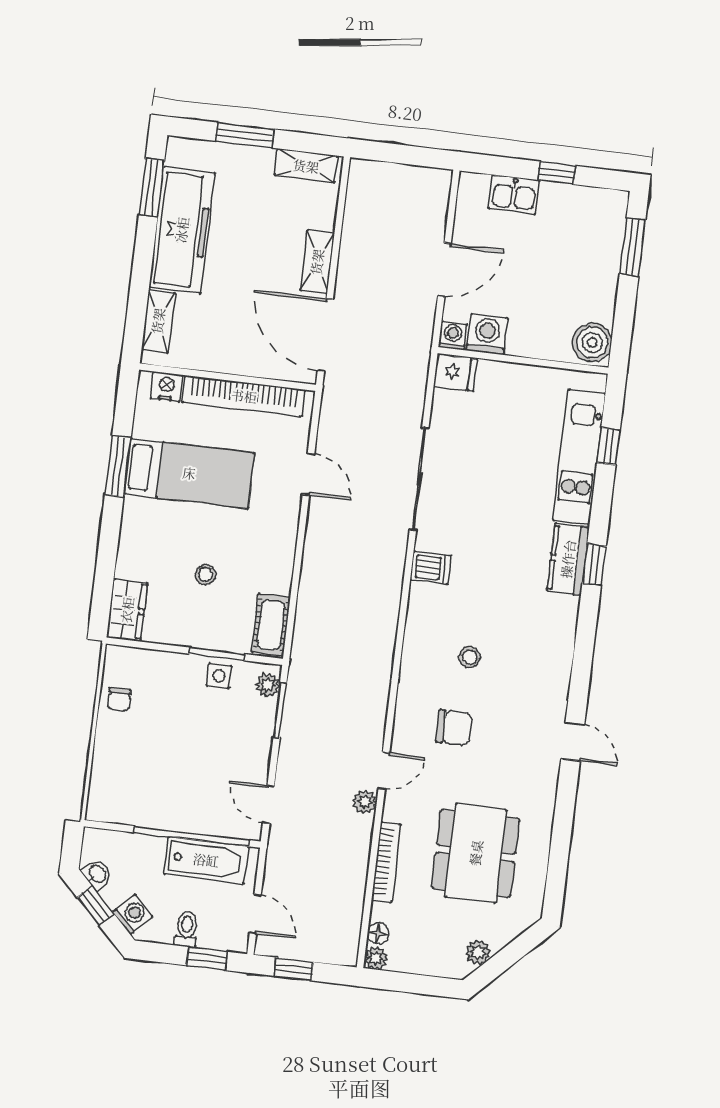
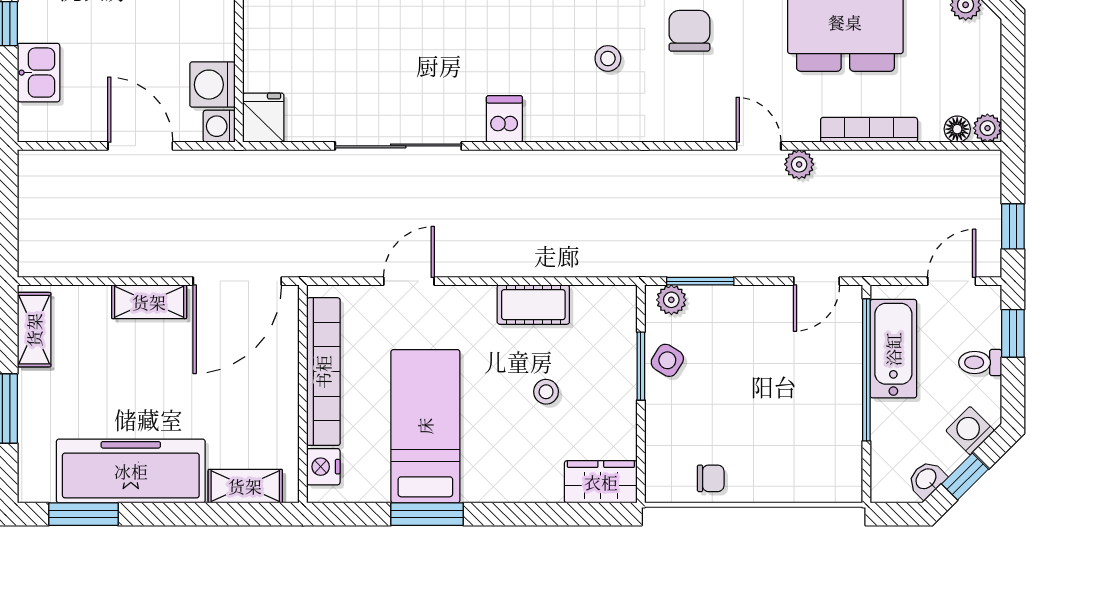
cot: (271, 625) -> (533, 305), moved
side table: (219, 676) -> (667, 360), turned 32
chair: (454, 728) -> (689, 31), moved

